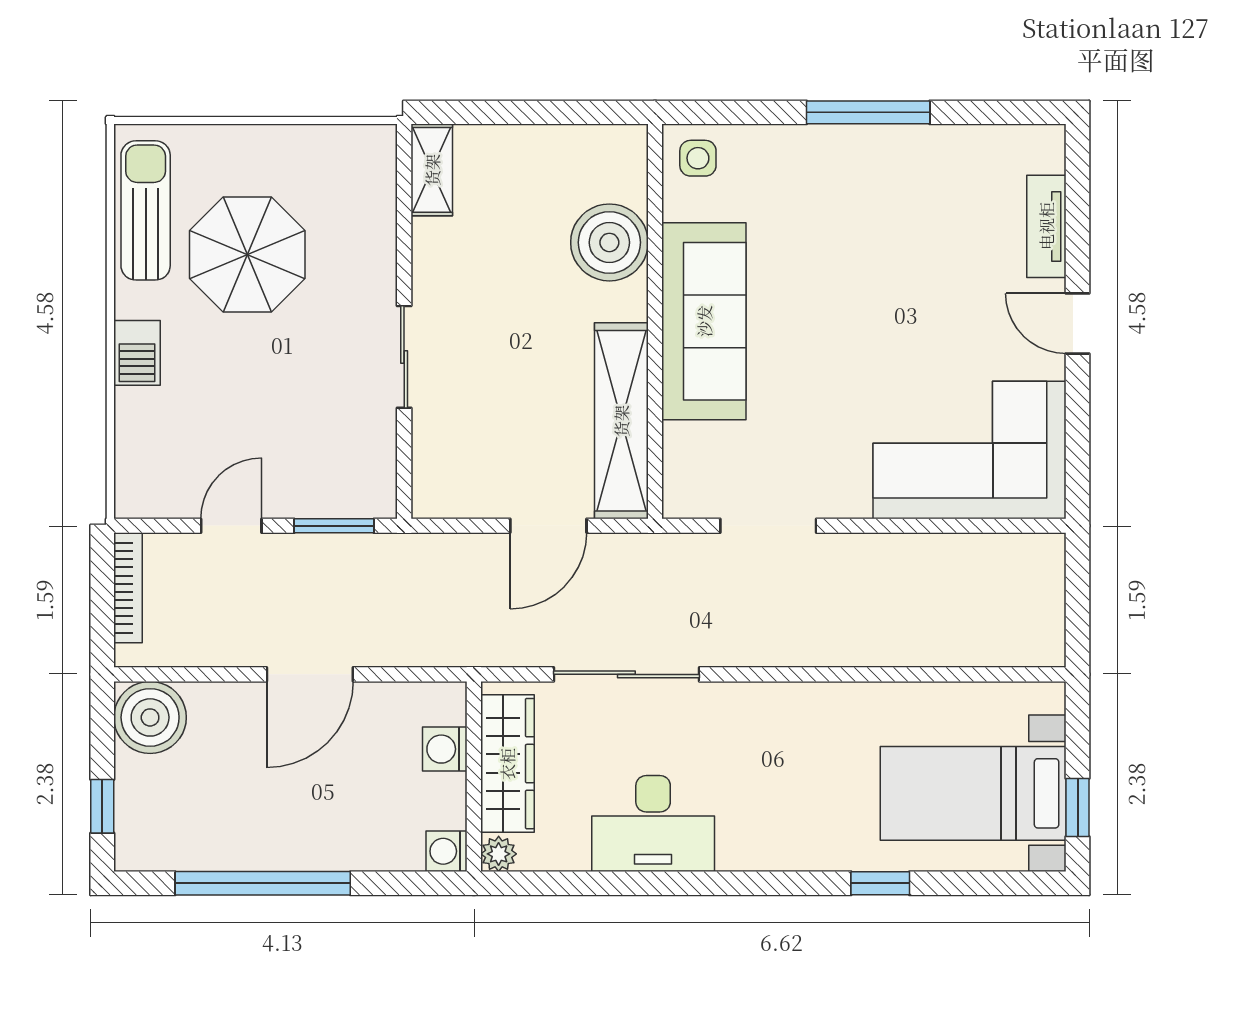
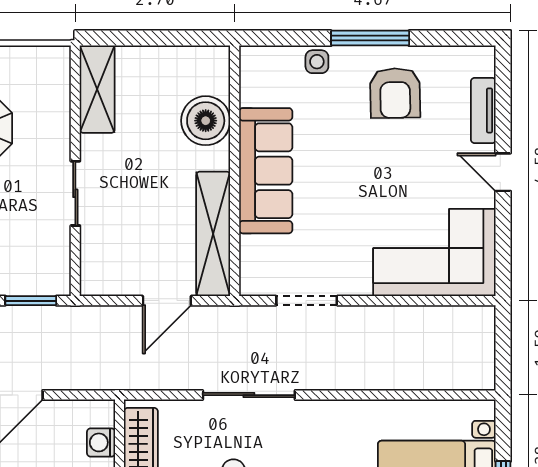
side table: (698, 158) -> (317, 62), moved
shelving: (432, 170) -> (97, 89), width x1.50, depth x1.33
armchair: (908, 199) -> (395, 93), added
sliding door: (626, 674) -> (249, 395), moved

